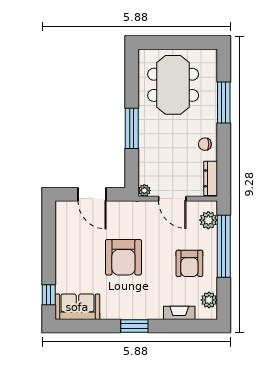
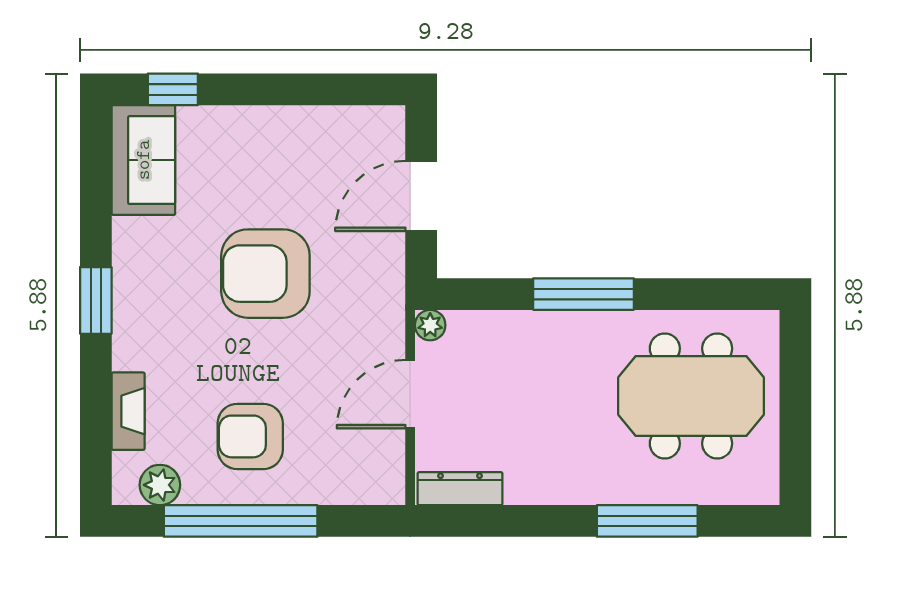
chair: (205, 144) -> (545, 475), removed
plant: (208, 220) -> (357, 483), removed
window: (224, 246) -> (241, 521), moved

